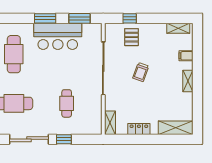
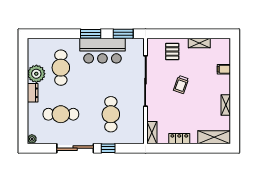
window: (130, 18) -> (170, 34), removed
shelving: (178, 28) -> (199, 43), moved
shelving: (188, 81) -> (226, 105), moved
cafe table: (67, 103) -> (111, 114), width x1.37, depth x1.35

